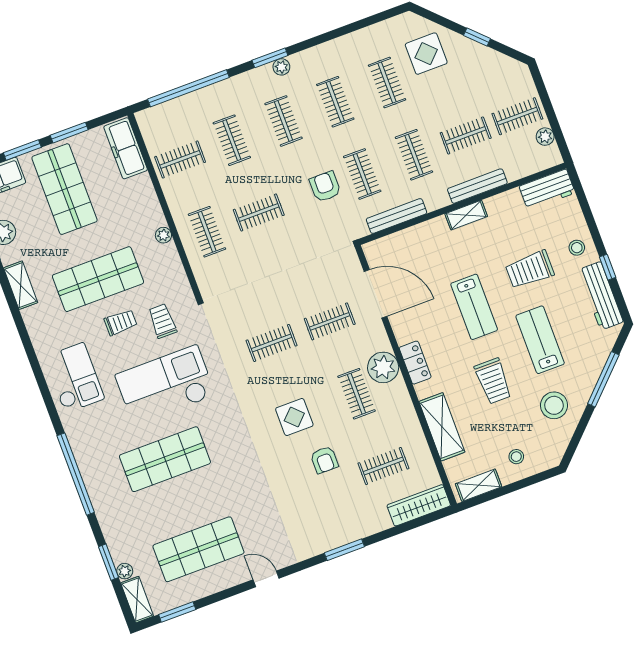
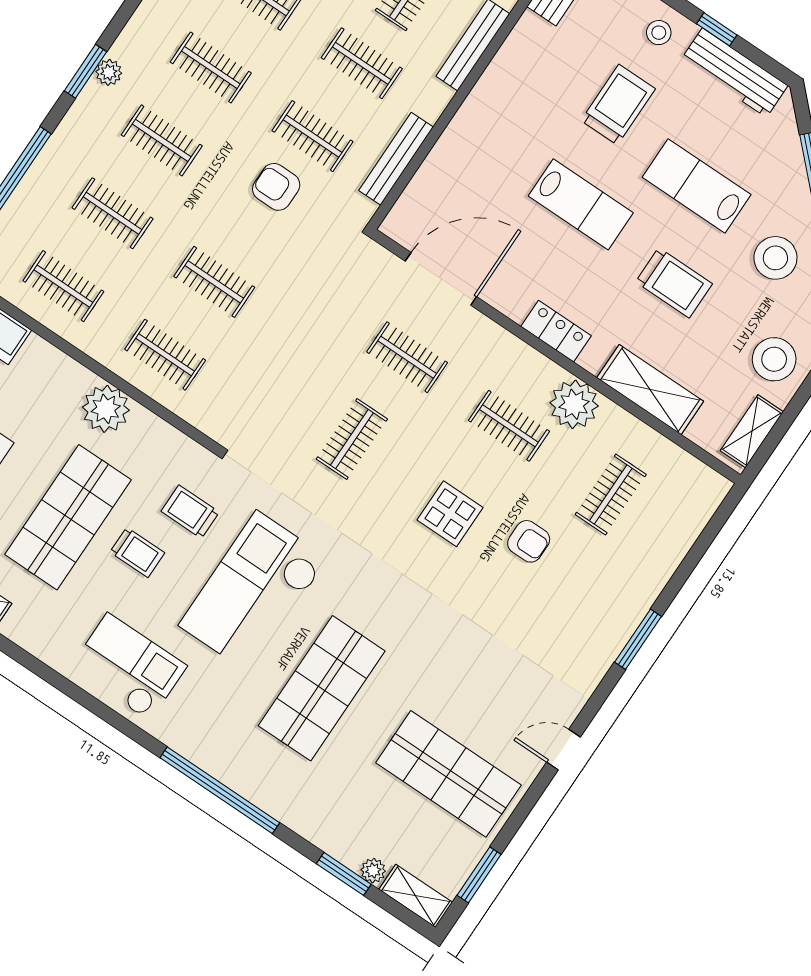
clothes rail: (180, 159) -> (63, 286), turned 90
clothes rail: (259, 212) -> (214, 282), turned 90
shelving: (466, 215) -> (485, 93), removed
plant: (163, 235) -> (106, 409), width x1.88, depth x1.88
trolley: (530, 270) -> (618, 105), turned 180
clothes rail: (330, 321) -> (407, 357), turned 90
trolley: (121, 322) -> (137, 552), turned 90
plant: (383, 367) -> (574, 404), moved
stool: (516, 457) -> (774, 359), width x1.89, depth x1.89
wardrobe: (419, 505) -> (693, 513), removed
shop shelf: (198, 549) -> (448, 774), turned 90

